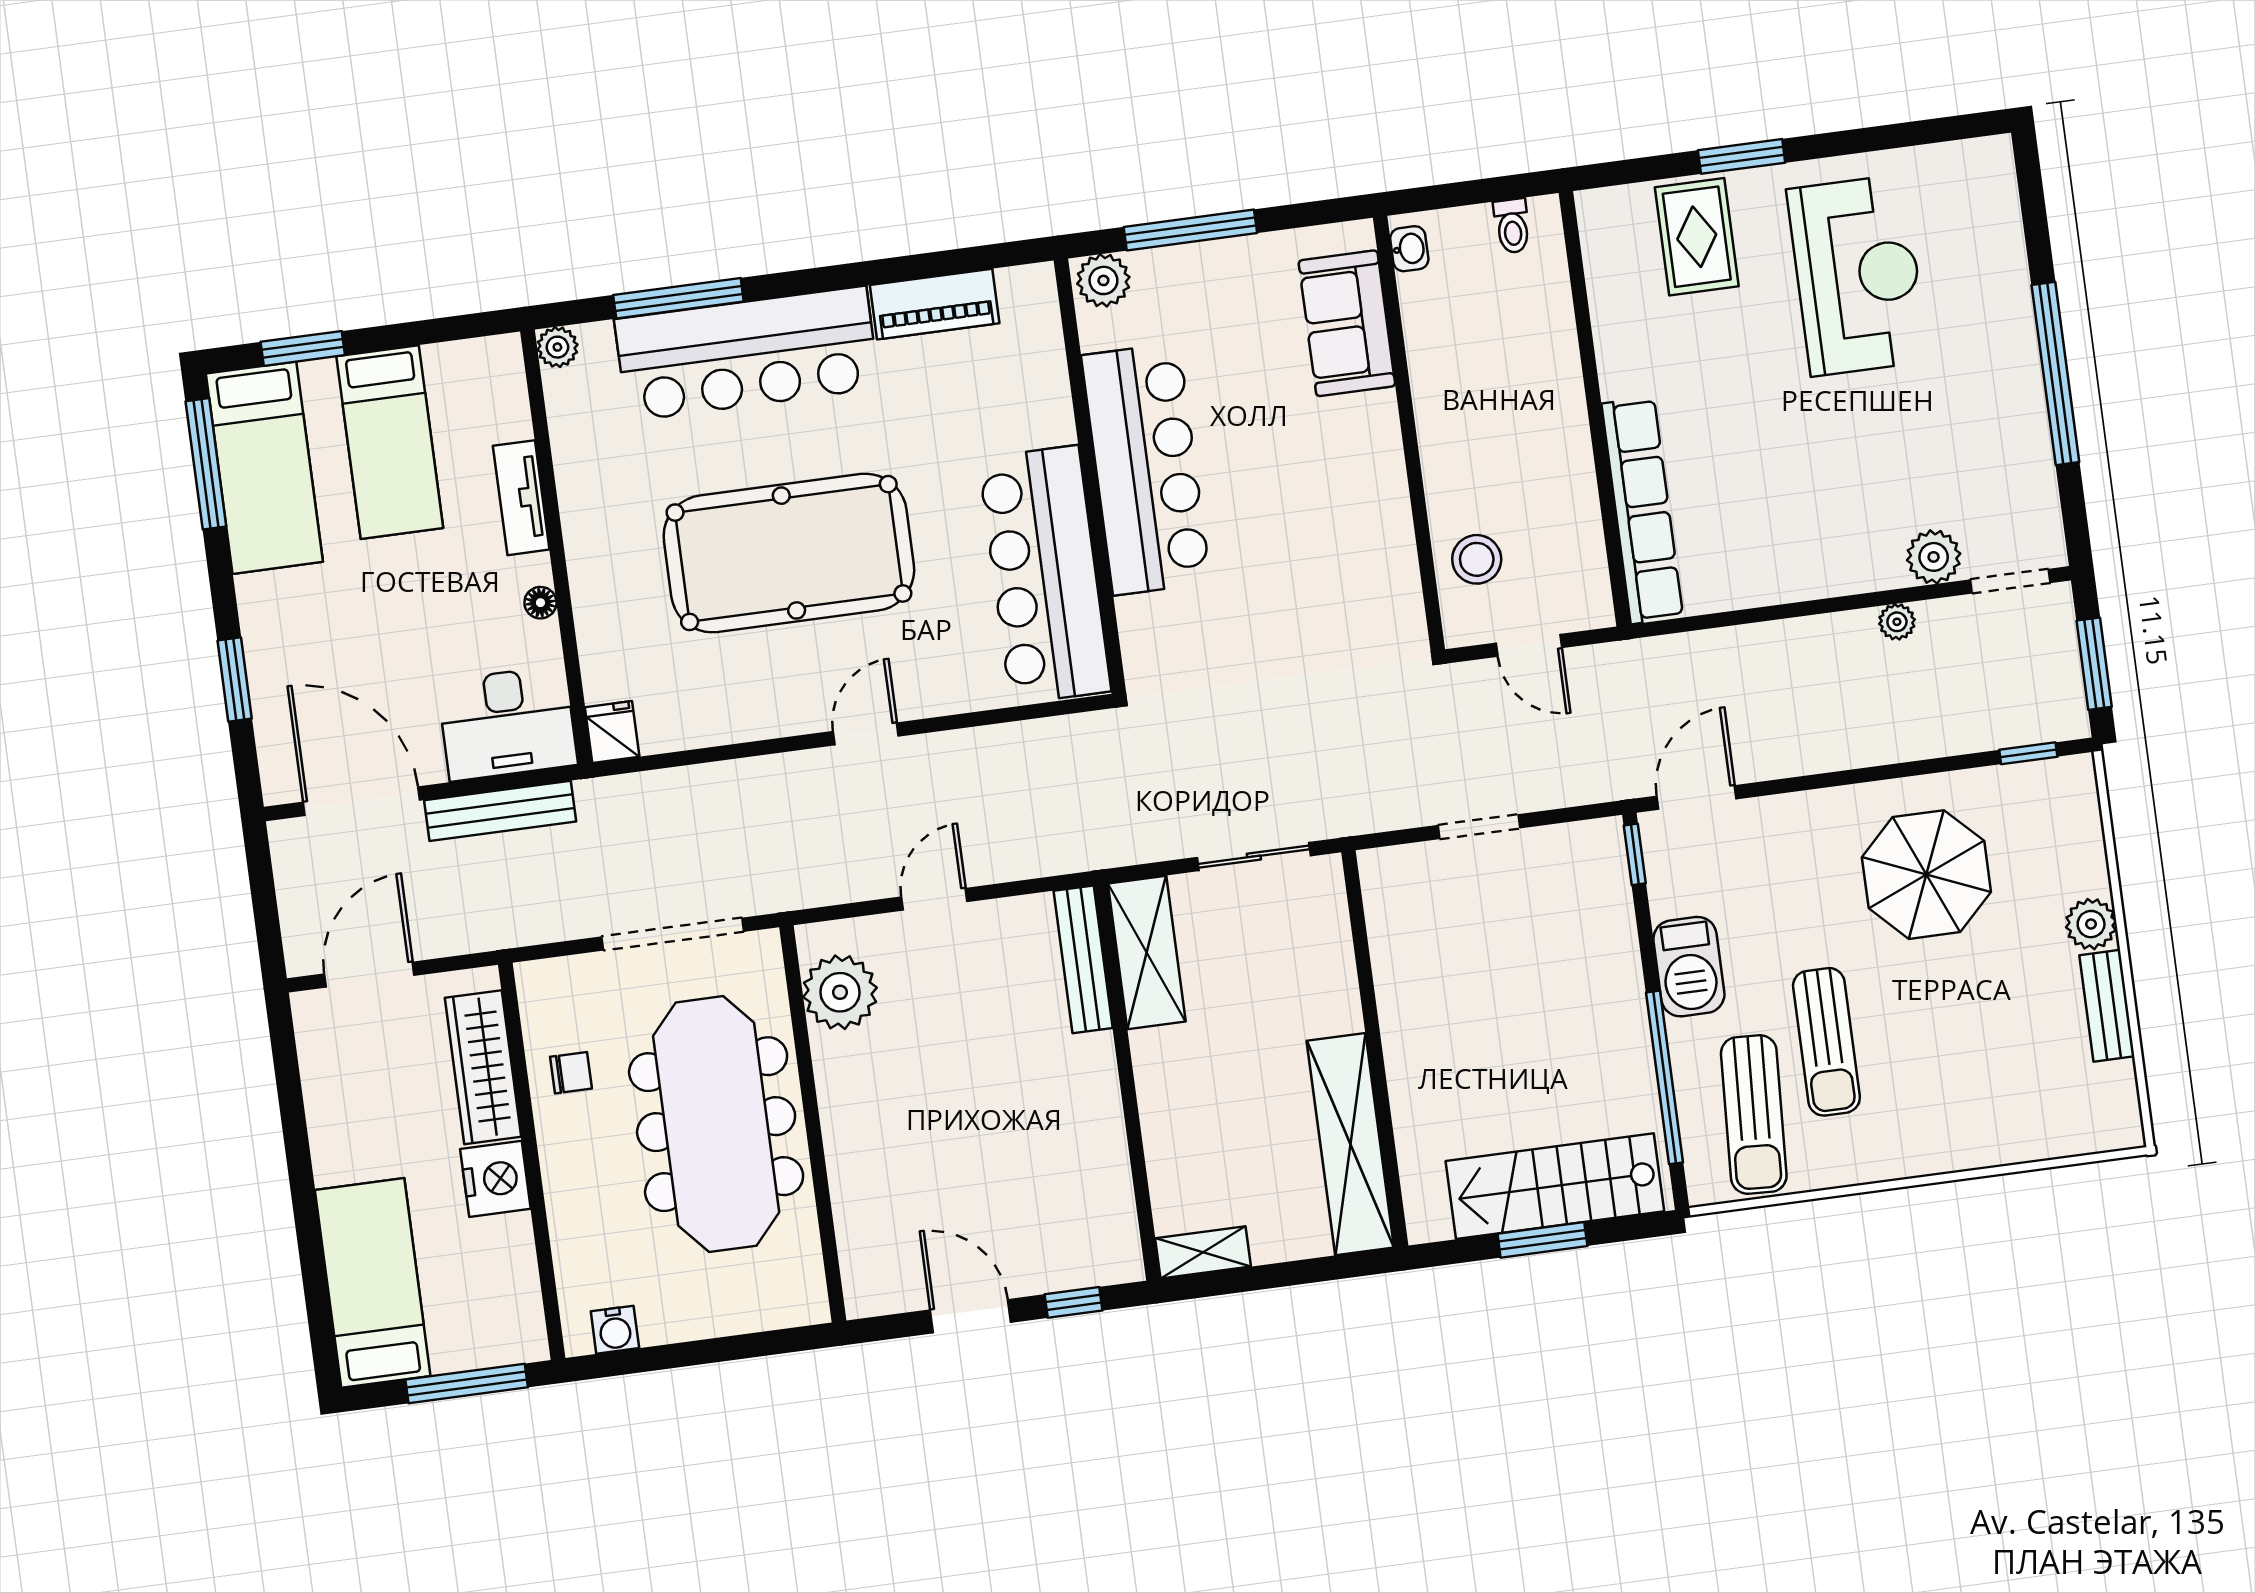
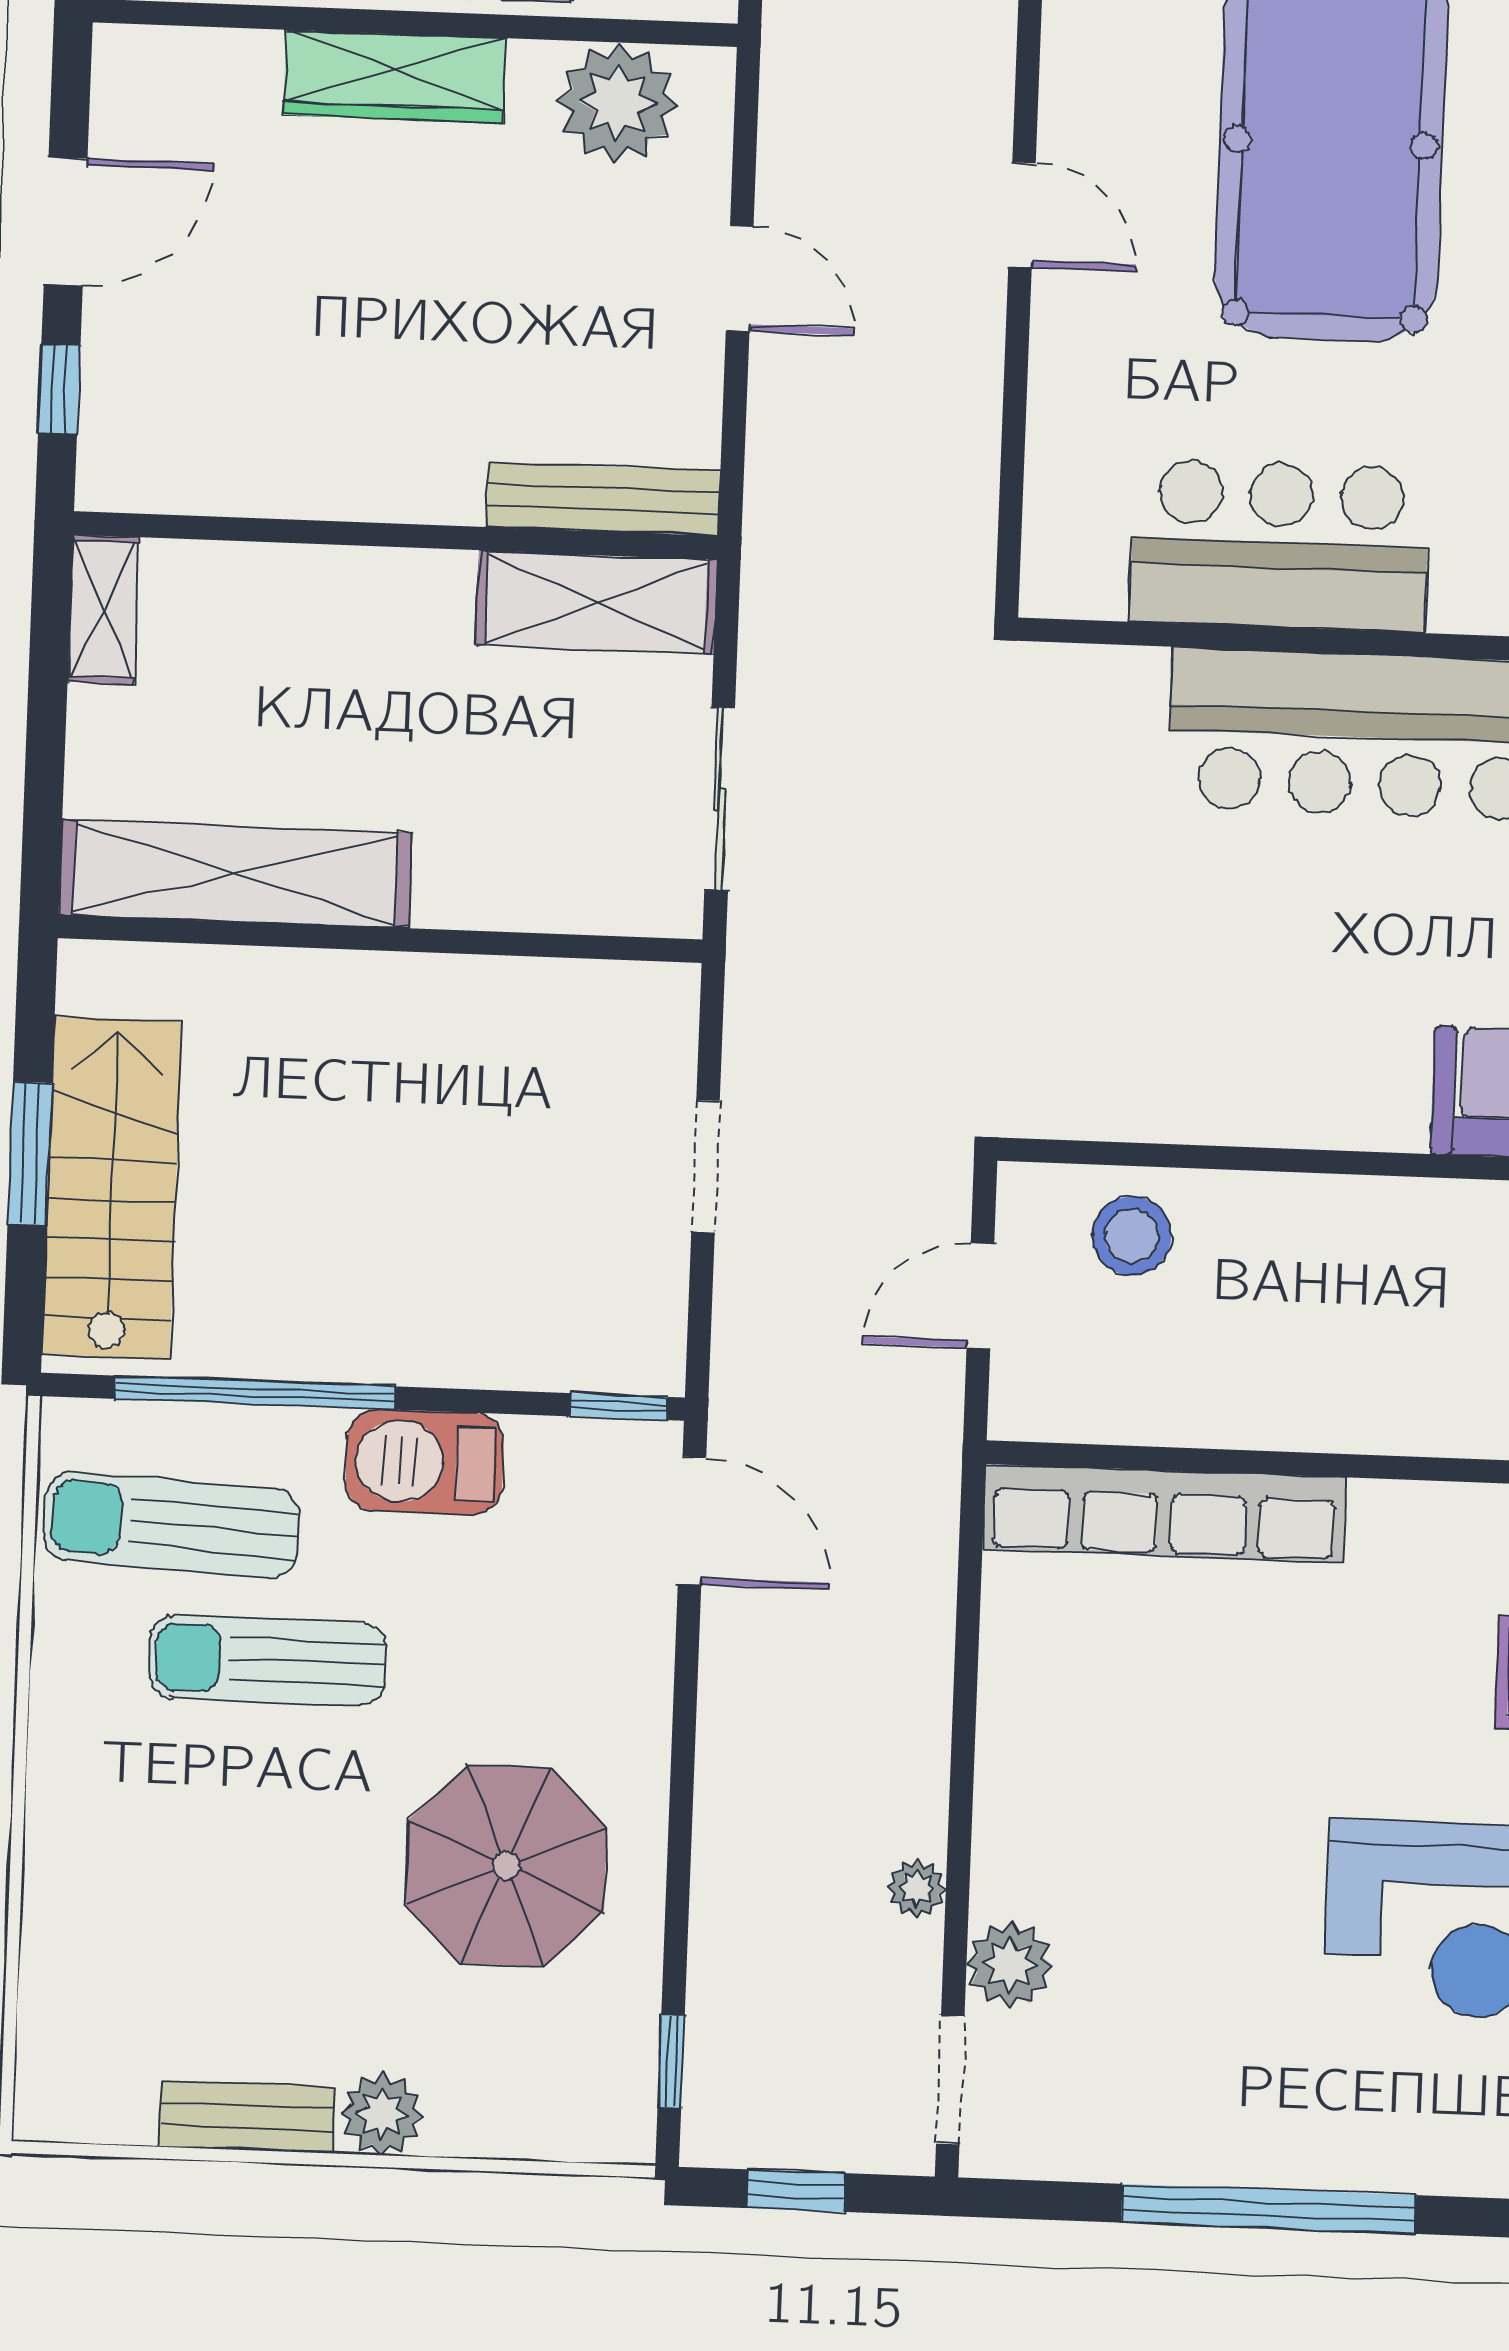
bar counter: (1045, 575) -> (1280, 545), width x0.73
window: (2094, 664) -> (796, 2191), width x0.67
wardrobe: (847, 1131) -> (395, 76), added

